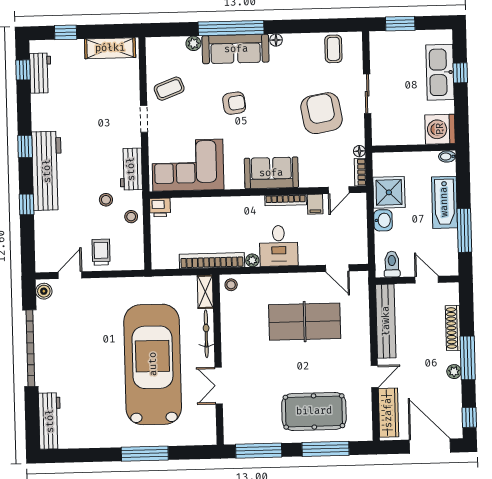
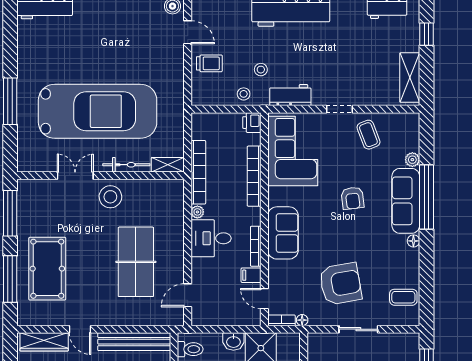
bookcase: (214, 204) -> (254, 176), added
stool: (231, 285) -> (110, 197), moved, width x1.89, depth x1.89

